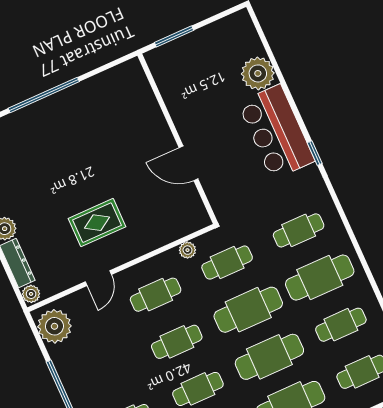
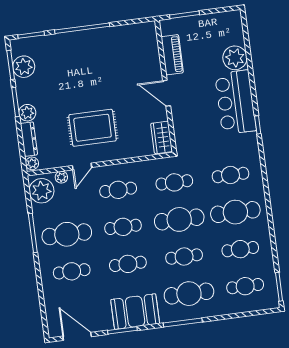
piano: (173, 94) -> (172, 55), added
door: (189, 163) -> (167, 93), moved
wardrobe: (192, 208) -> (161, 137), added
rug: (97, 223) -> (93, 128), width x1.36, depth x1.43
plant: (187, 250) -> (61, 177), moved
cafe table: (269, 357) -> (184, 257), width x0.73, depth x0.74
cafe table: (105, 374) -> (67, 234), added

